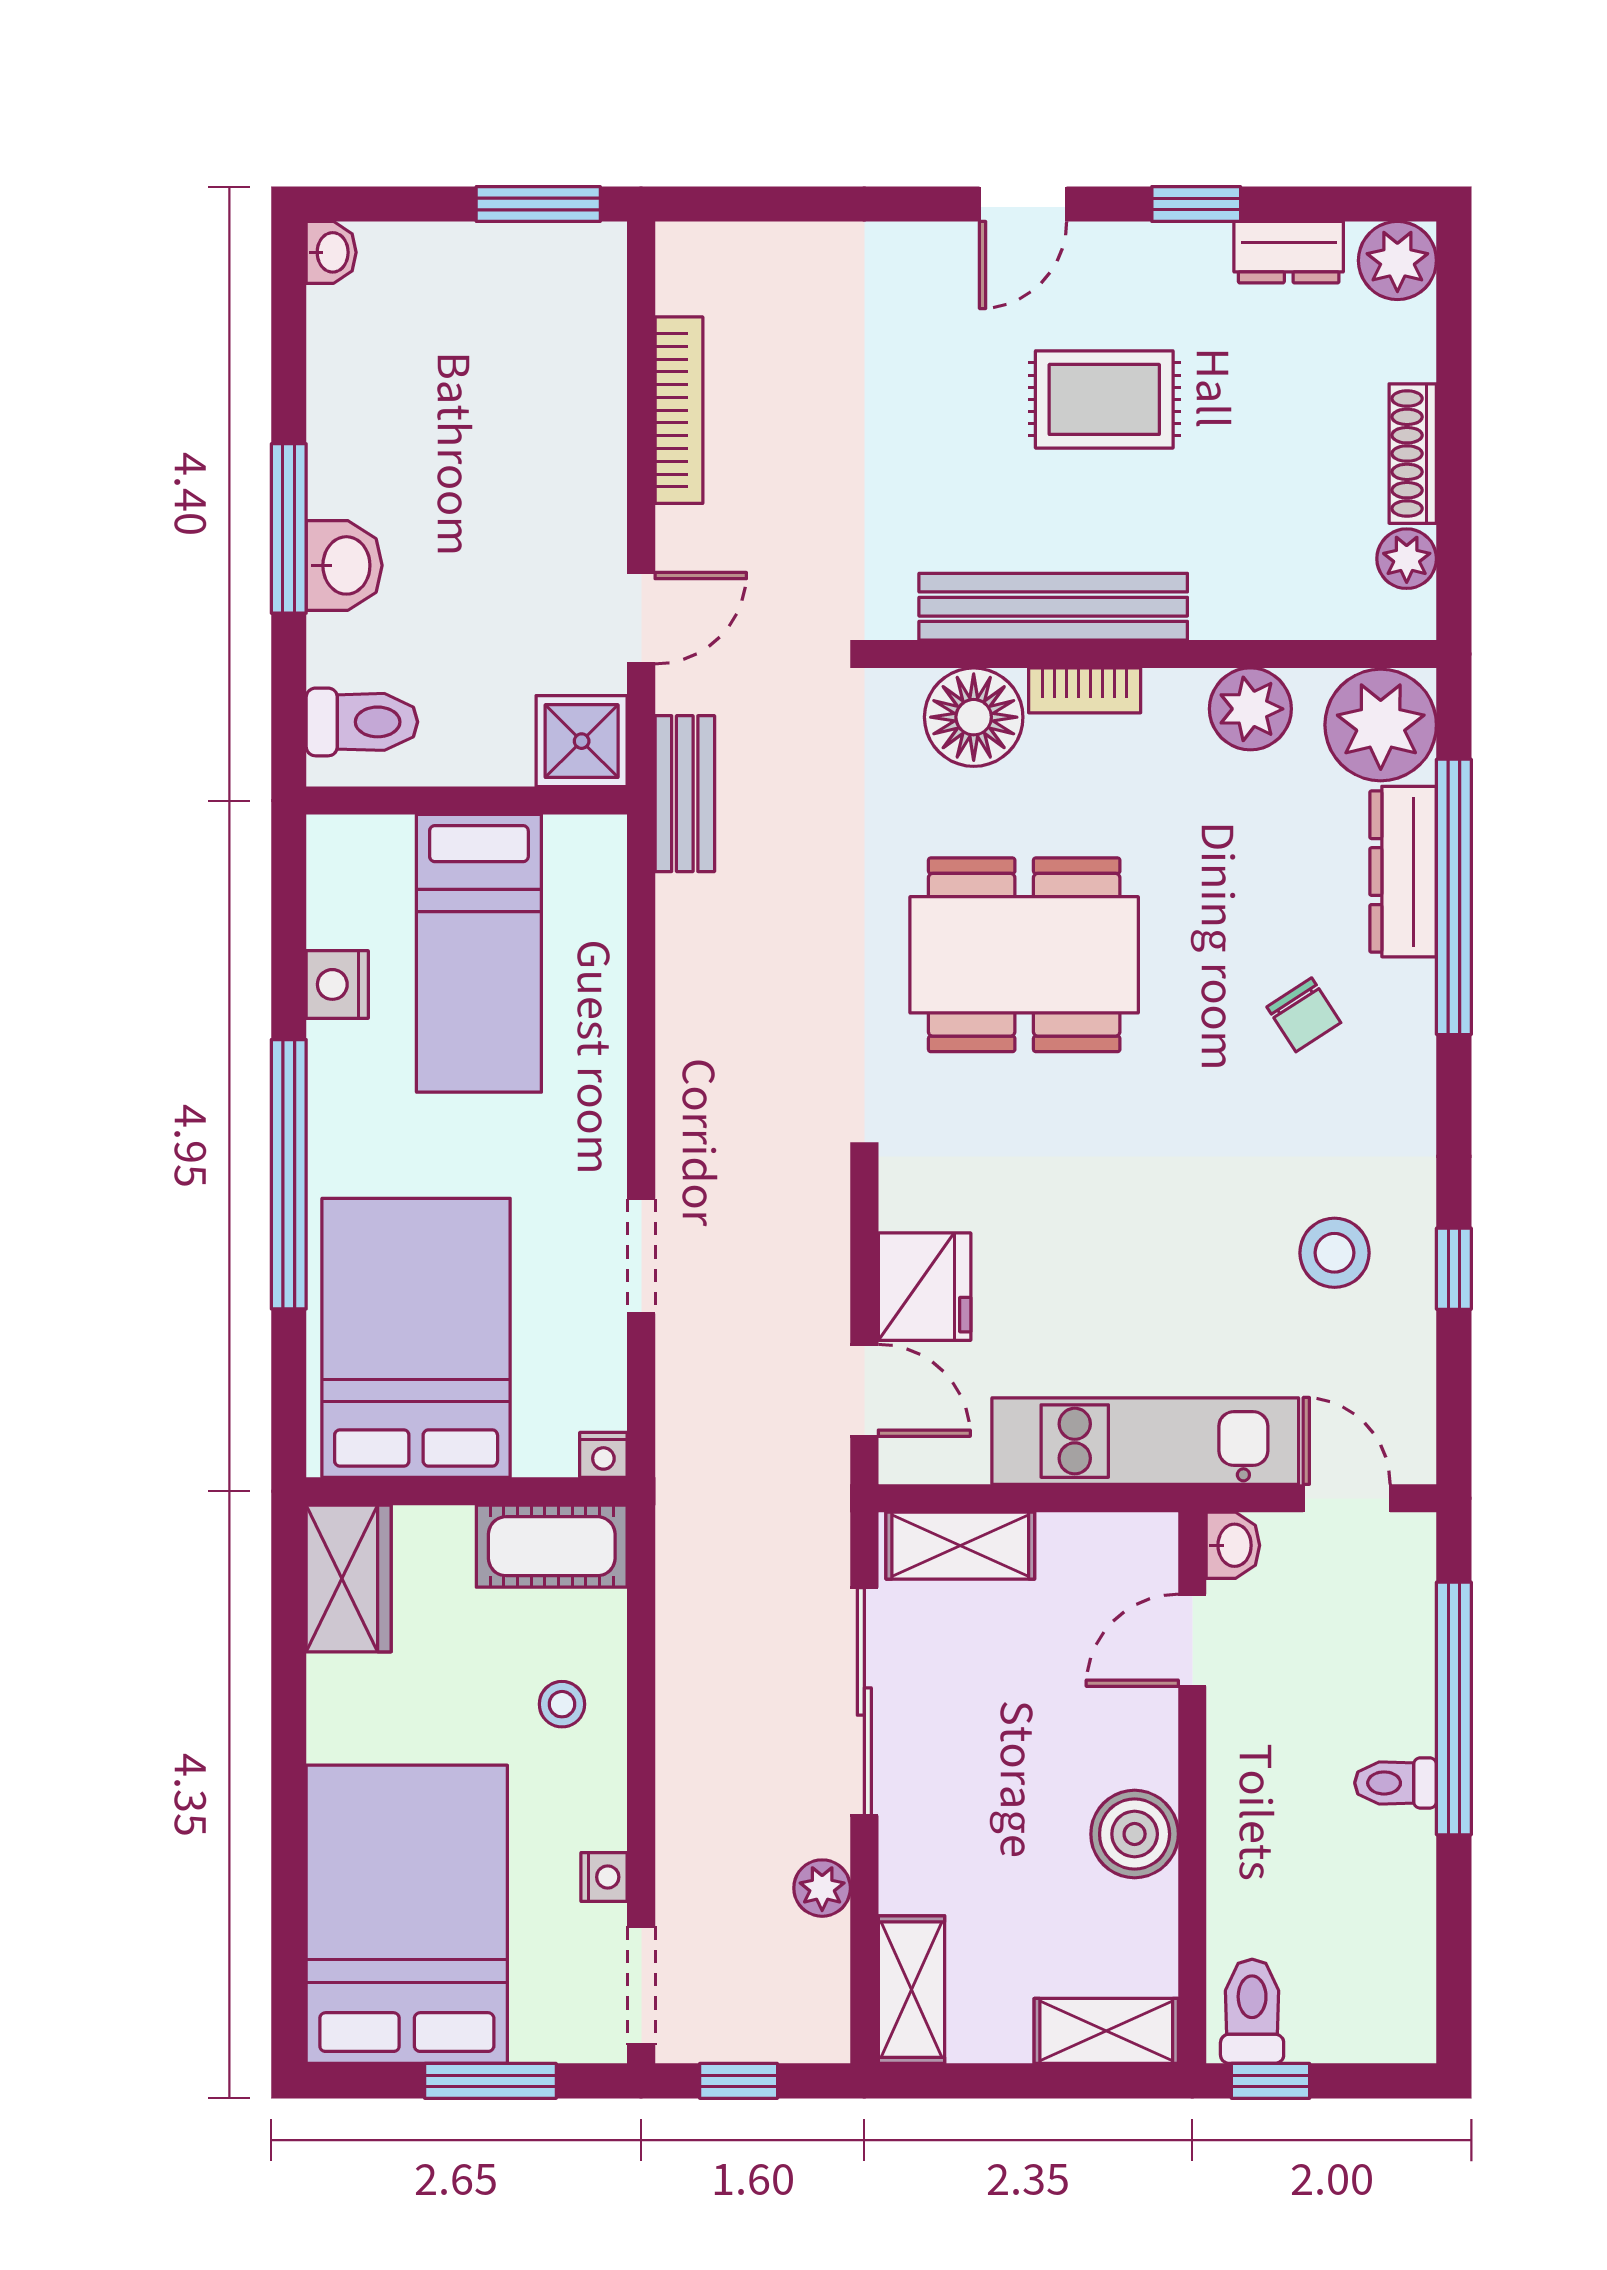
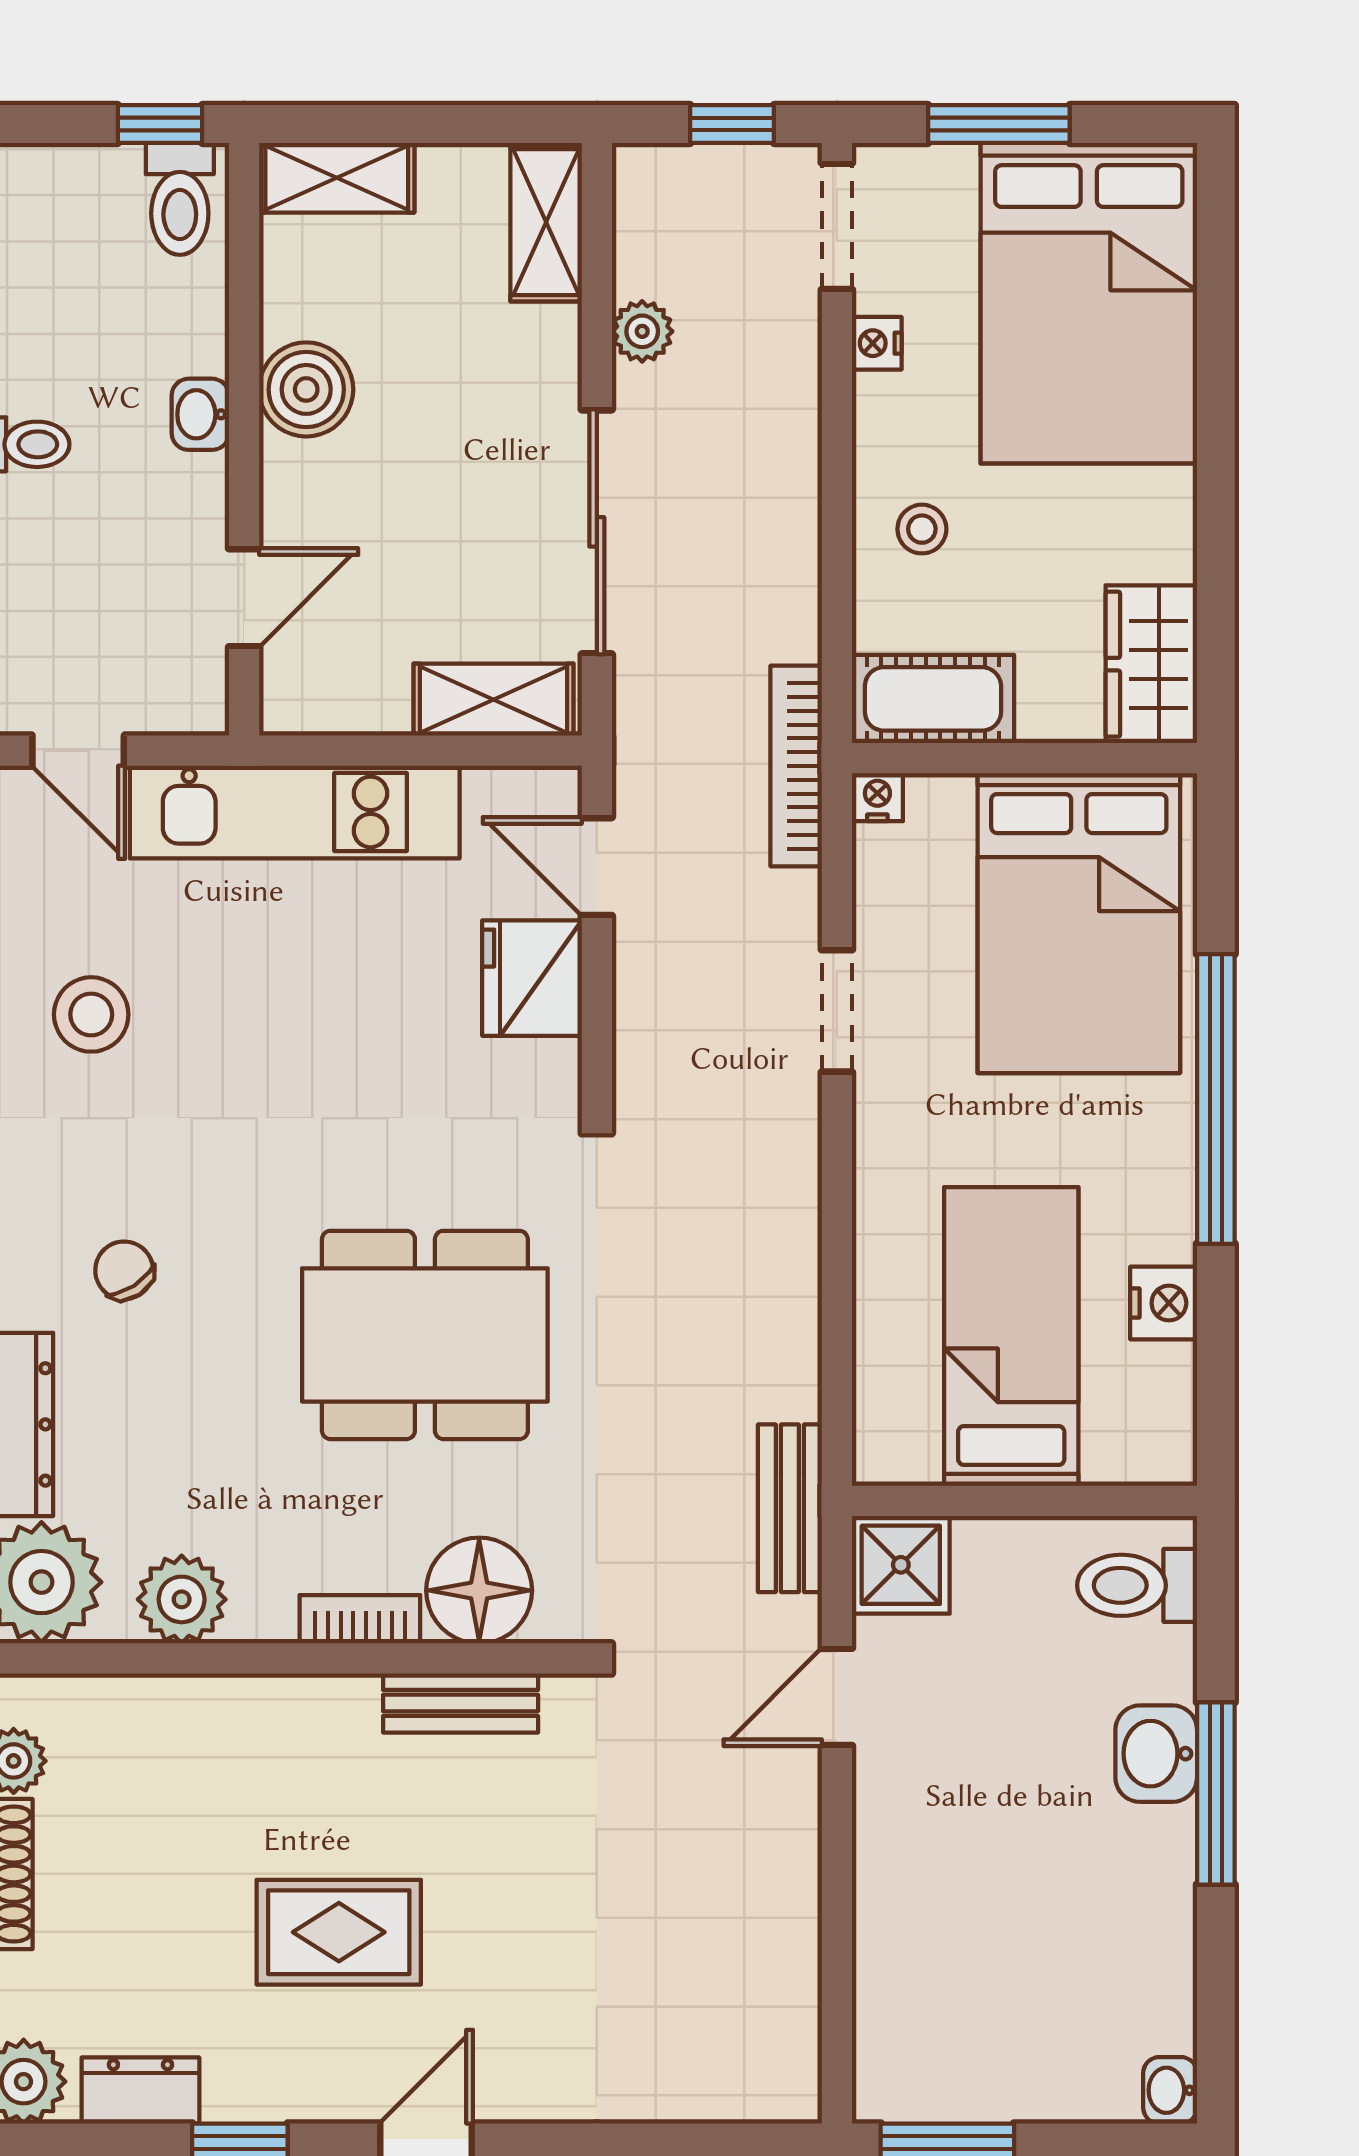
bookcase: (679, 410) -> (796, 766), moved
bench: (1053, 607) -> (461, 1703), width x0.54, depth x0.82
washbasin: (1233, 1545) -> (200, 414), moved

